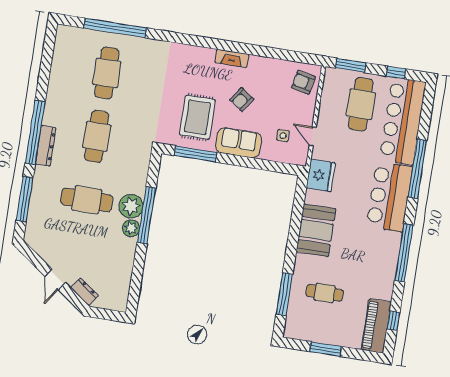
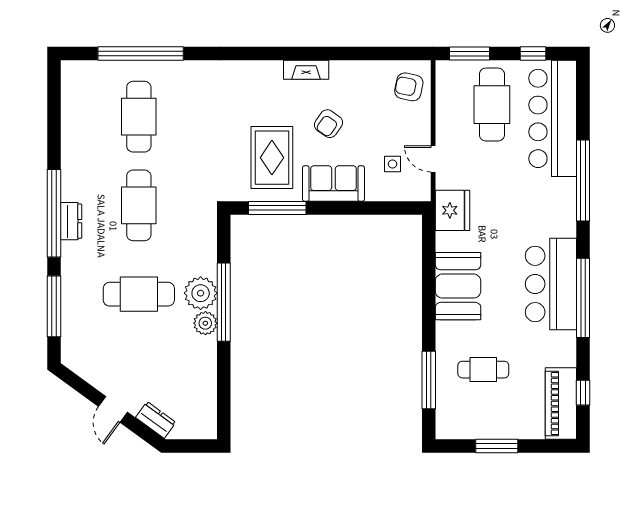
dresser: (46, 146) -> (71, 221), width x0.70
bar counter: (389, 197) -> (551, 284), moved

